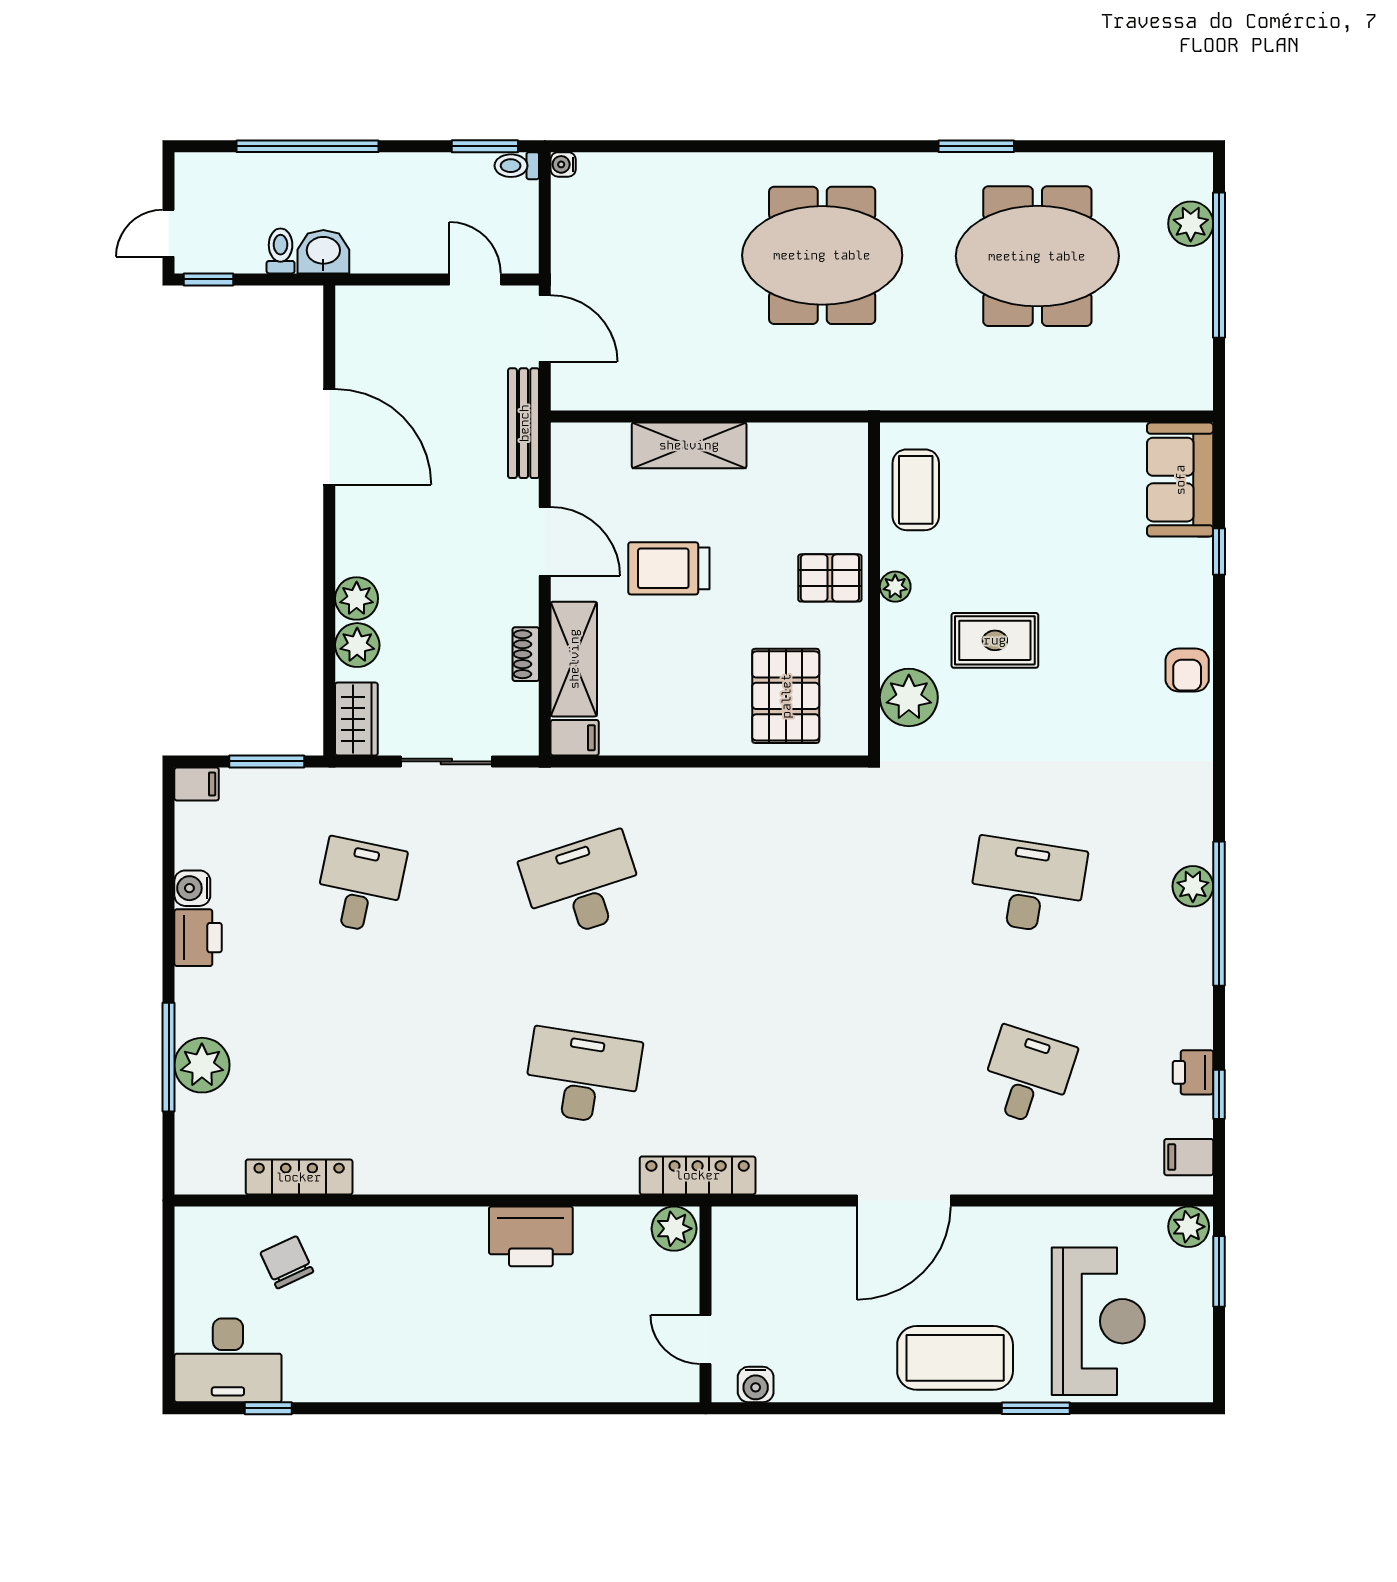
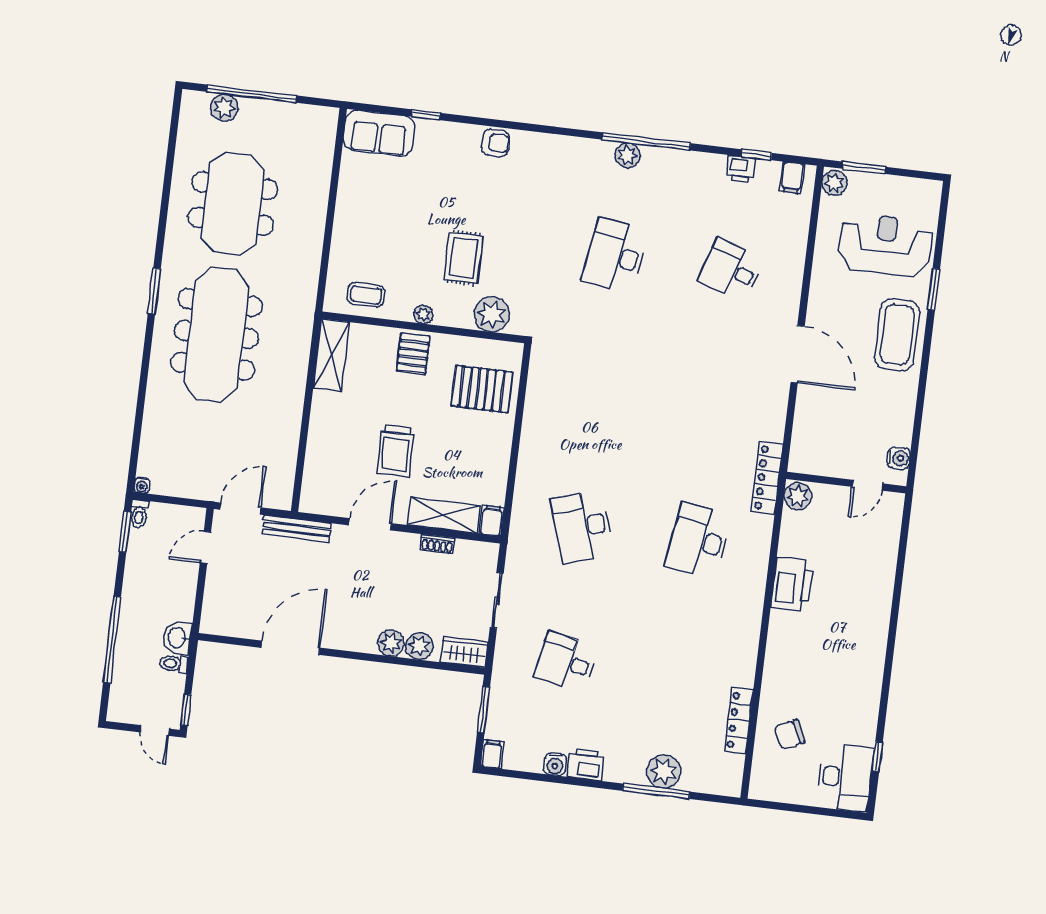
window: (976, 146) -> (154, 291), moved
meeting table: (822, 255) -> (216, 334), width x1.36
shelving: (689, 445) -> (331, 355), moved
coffee table: (916, 490) -> (366, 295), width x0.73, depth x0.77

